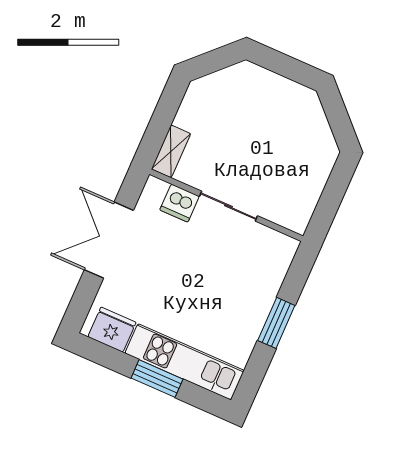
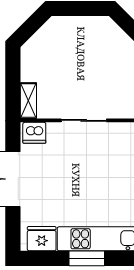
dishwasher: (180, 203) -> (34, 133), moved

